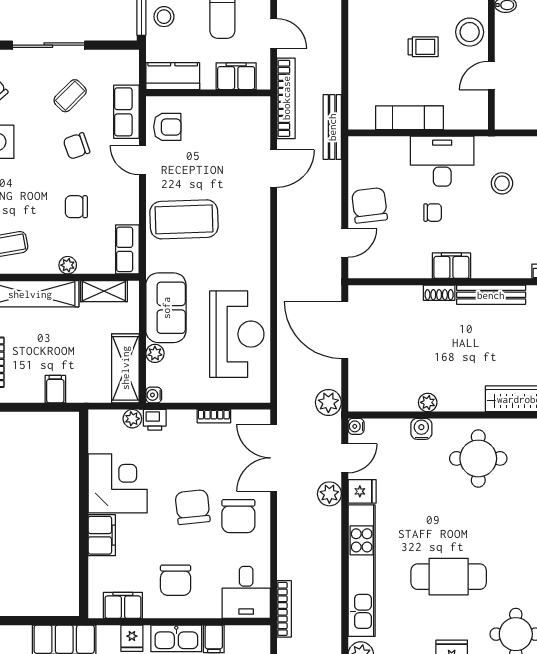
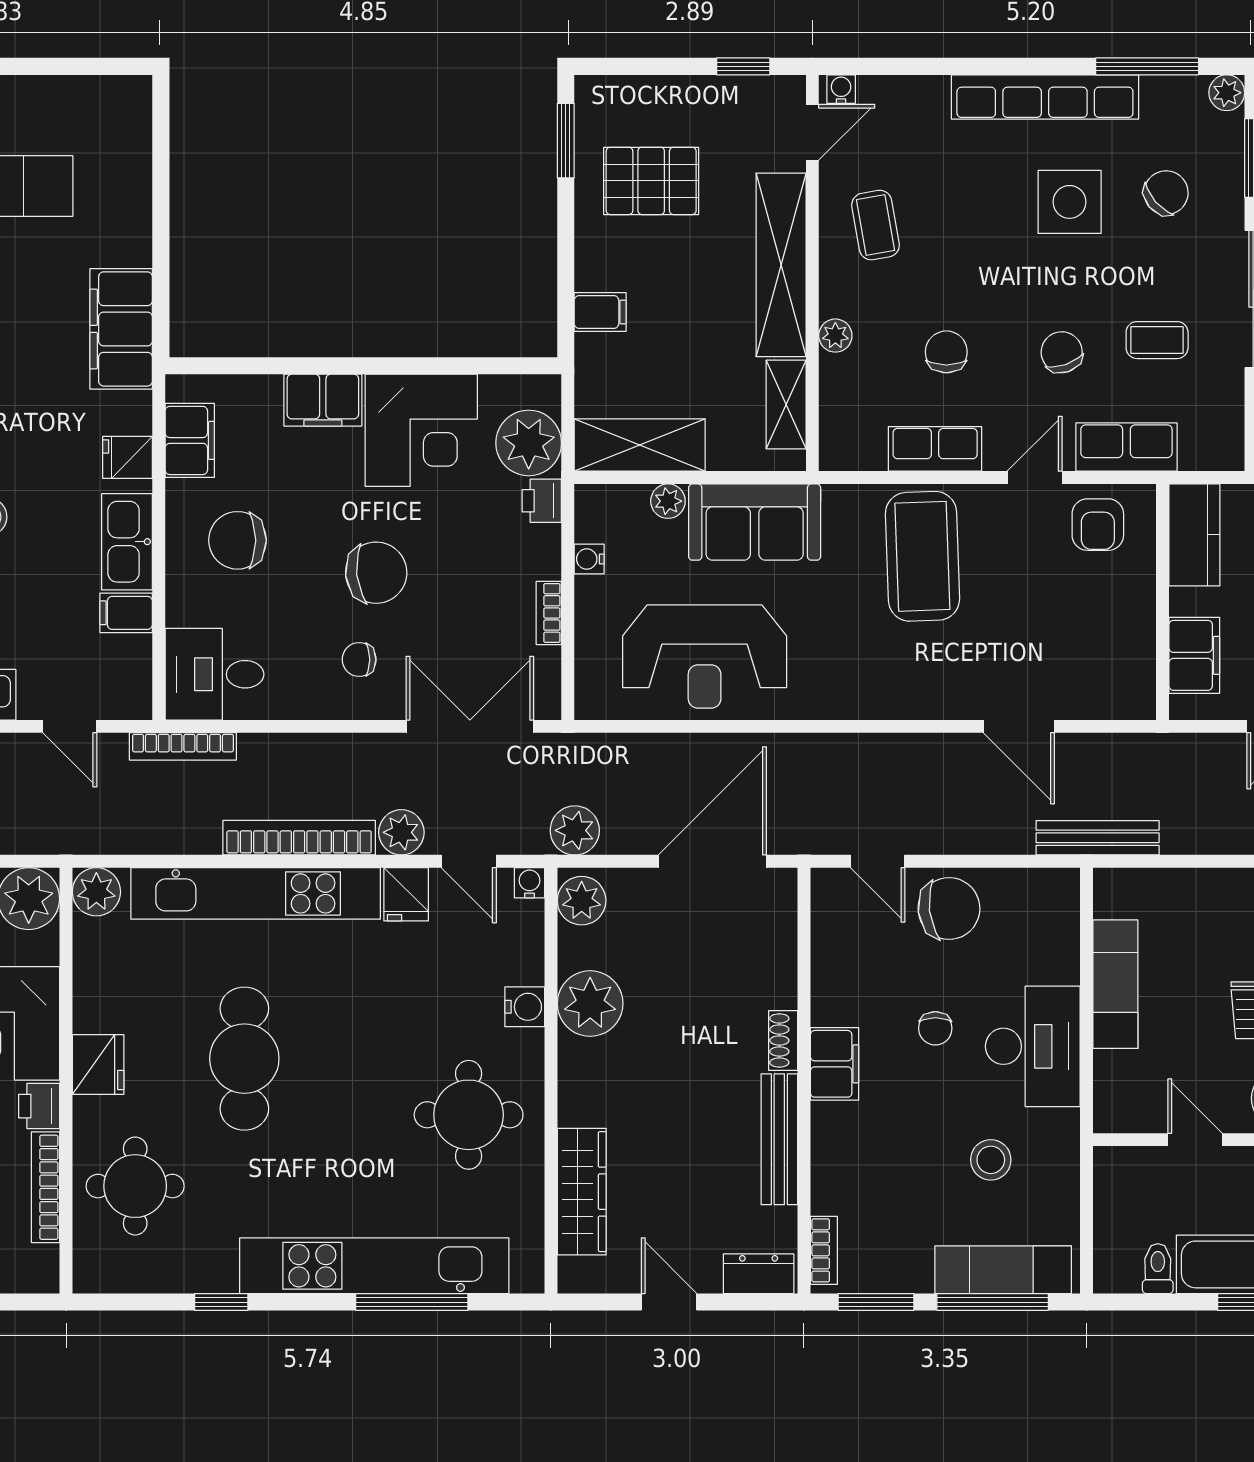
coffee table: (70, 96) -> (1157, 340), turned -45
bookcase: (286, 98) -> (299, 838), moved, turned 180
row of seats: (127, 249) -> (935, 449), moved
water cooler: (154, 395) -> (589, 559), moved, turned -90
plant: (365, 399) -> (582, 901), added
plant: (428, 402) -> (590, 1004), width x1.88, depth x1.88
plant: (132, 419) -> (529, 443), width x1.88, depth x1.88
chair: (238, 516) -> (359, 660), width x0.54, depth x0.54

